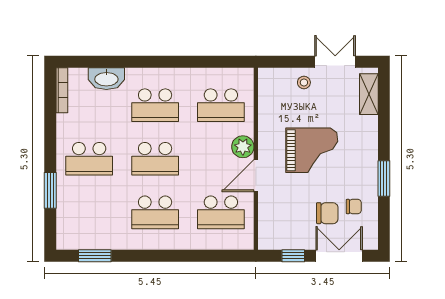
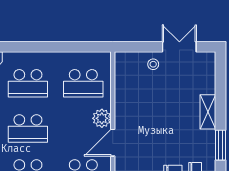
shelving: (369, 94) -> (208, 112), moved
grand piano: (312, 150) -> (160, 121), removed

